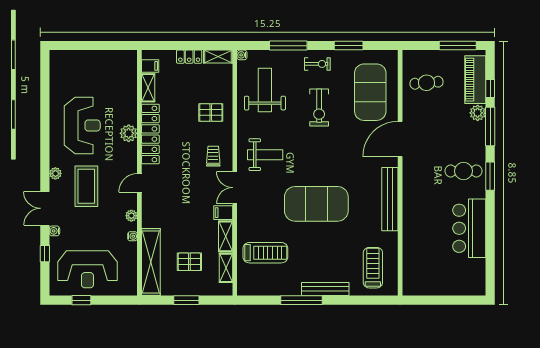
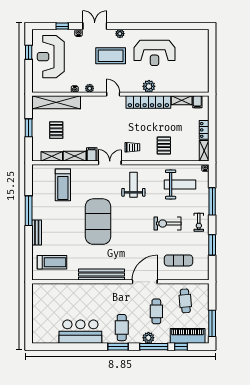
exercise mat: (370, 92) -> (178, 260), width x0.50, depth x0.69
plant: (478, 113) -> (148, 338), moved
cafe table: (441, 123) -> (156, 311), added
door: (400, 139) -> (145, 282), hinge flipped
weight bench: (265, 155) -> (133, 185), turned 180
bench: (325, 289) -> (37, 232), width x0.73

